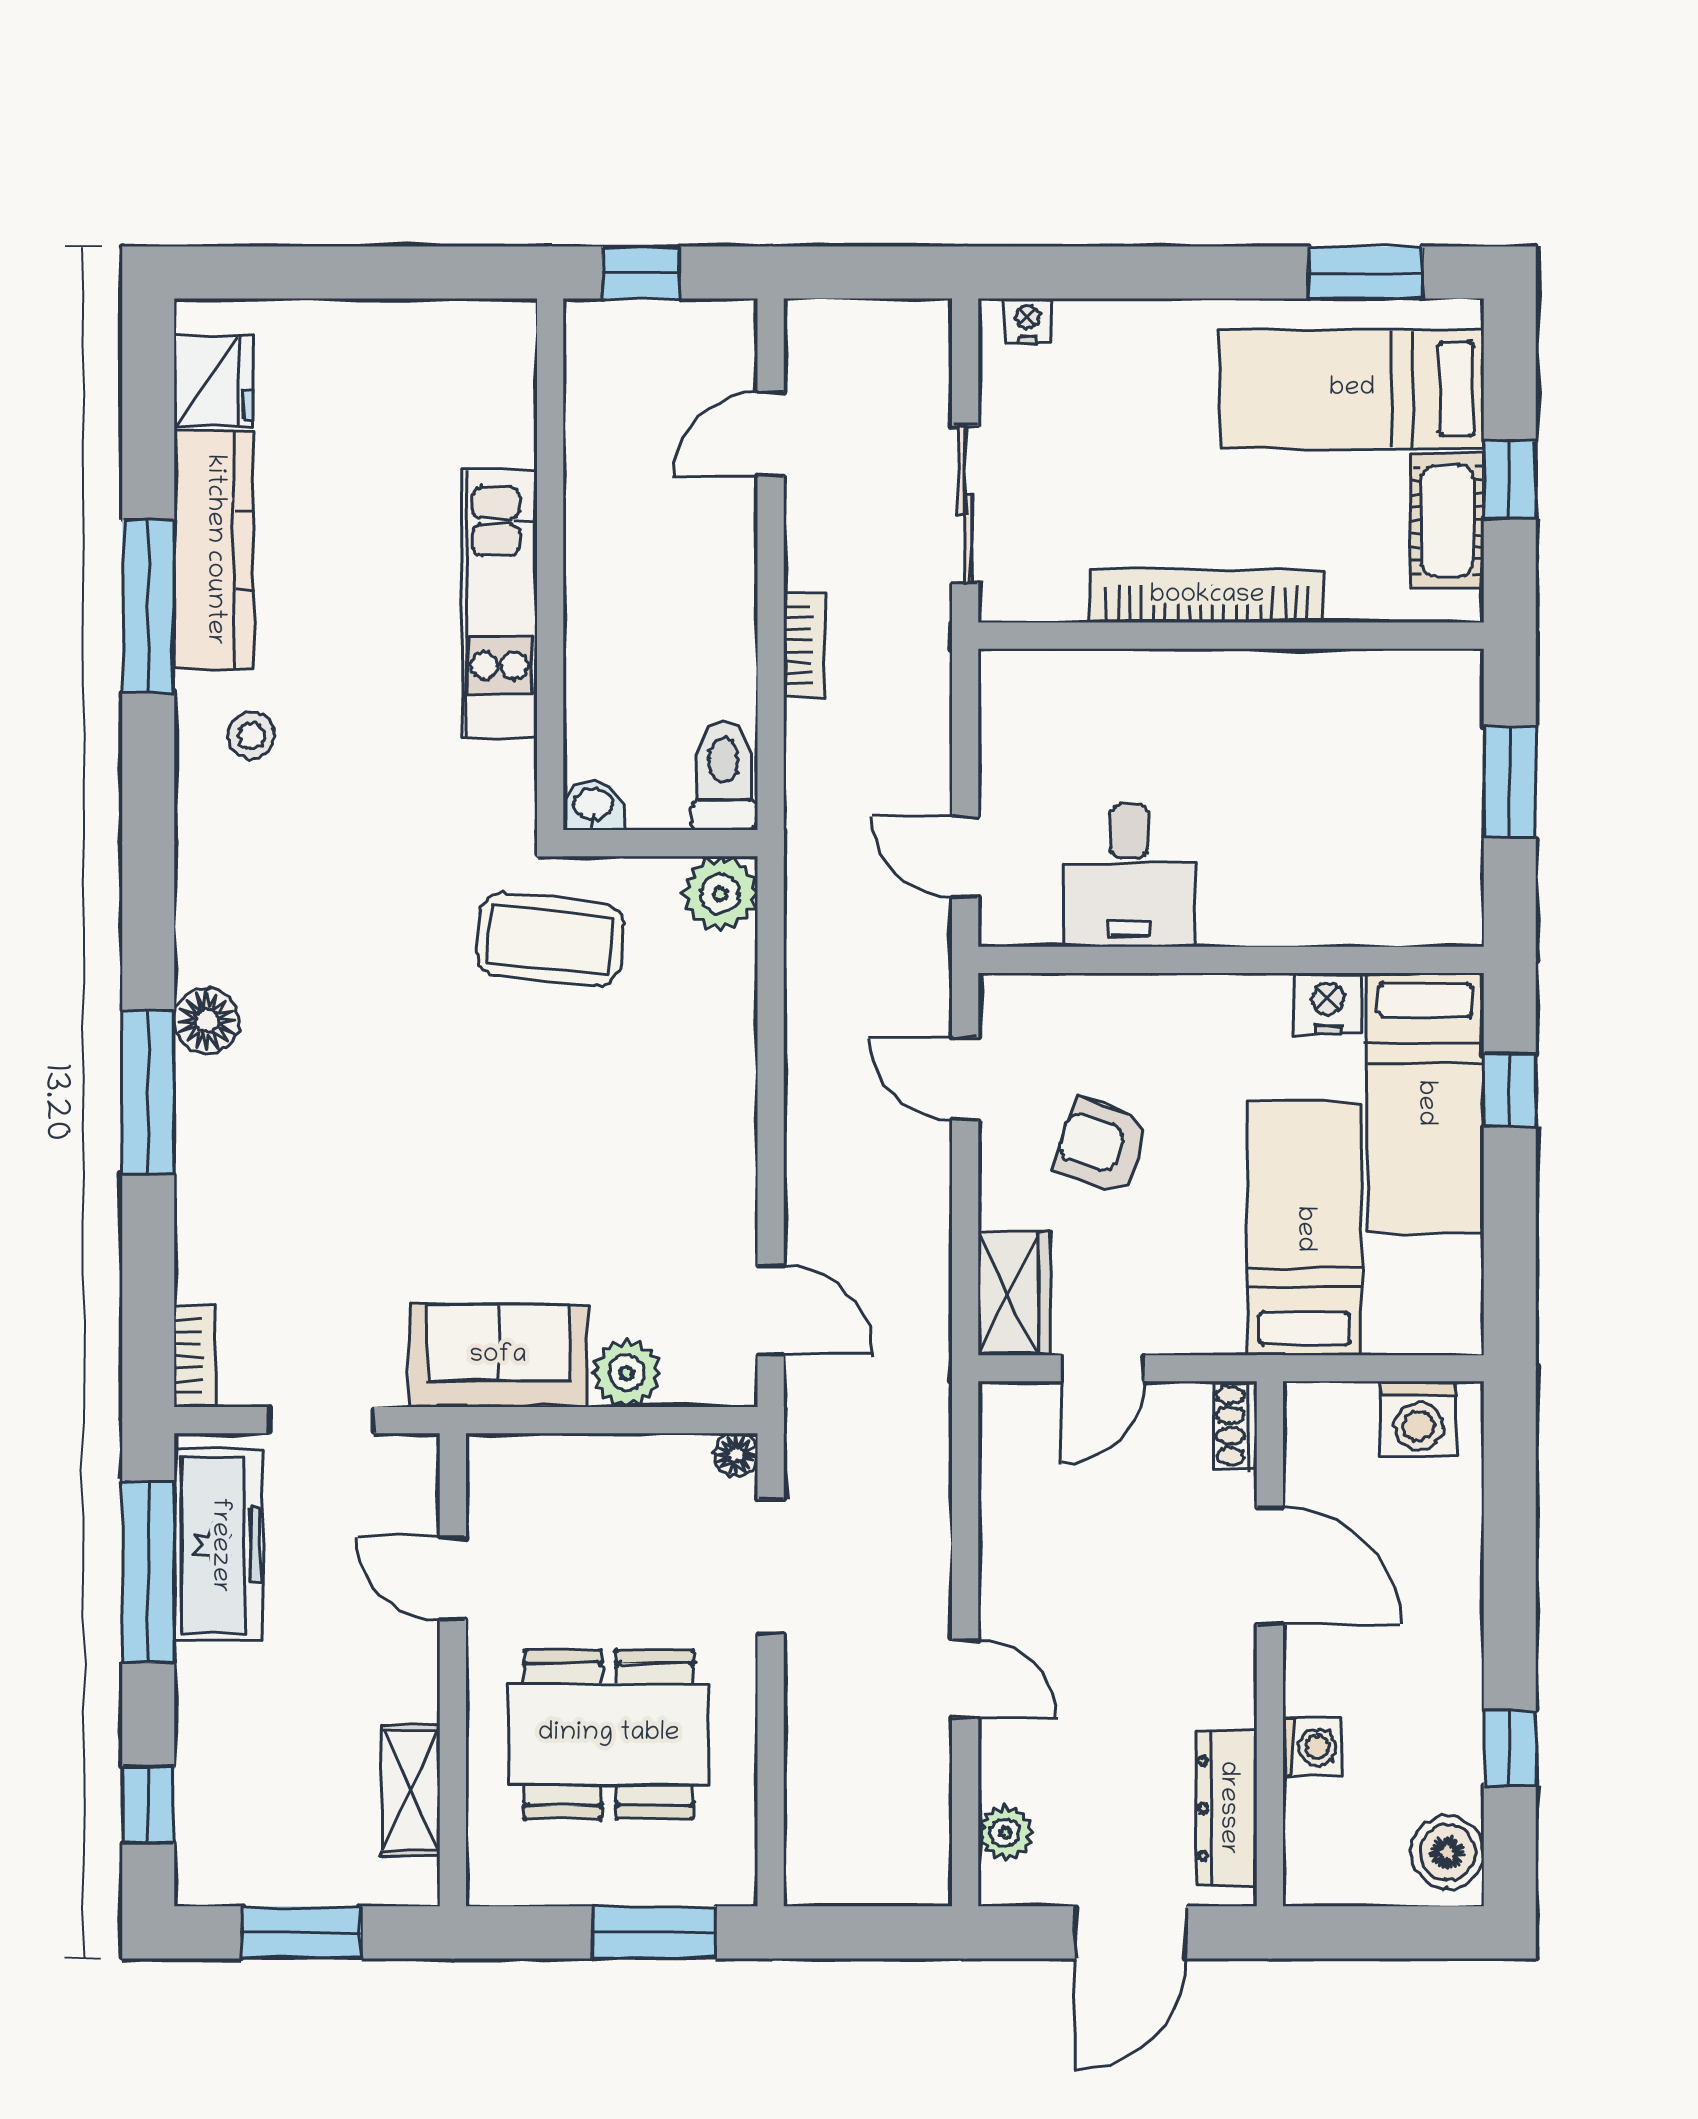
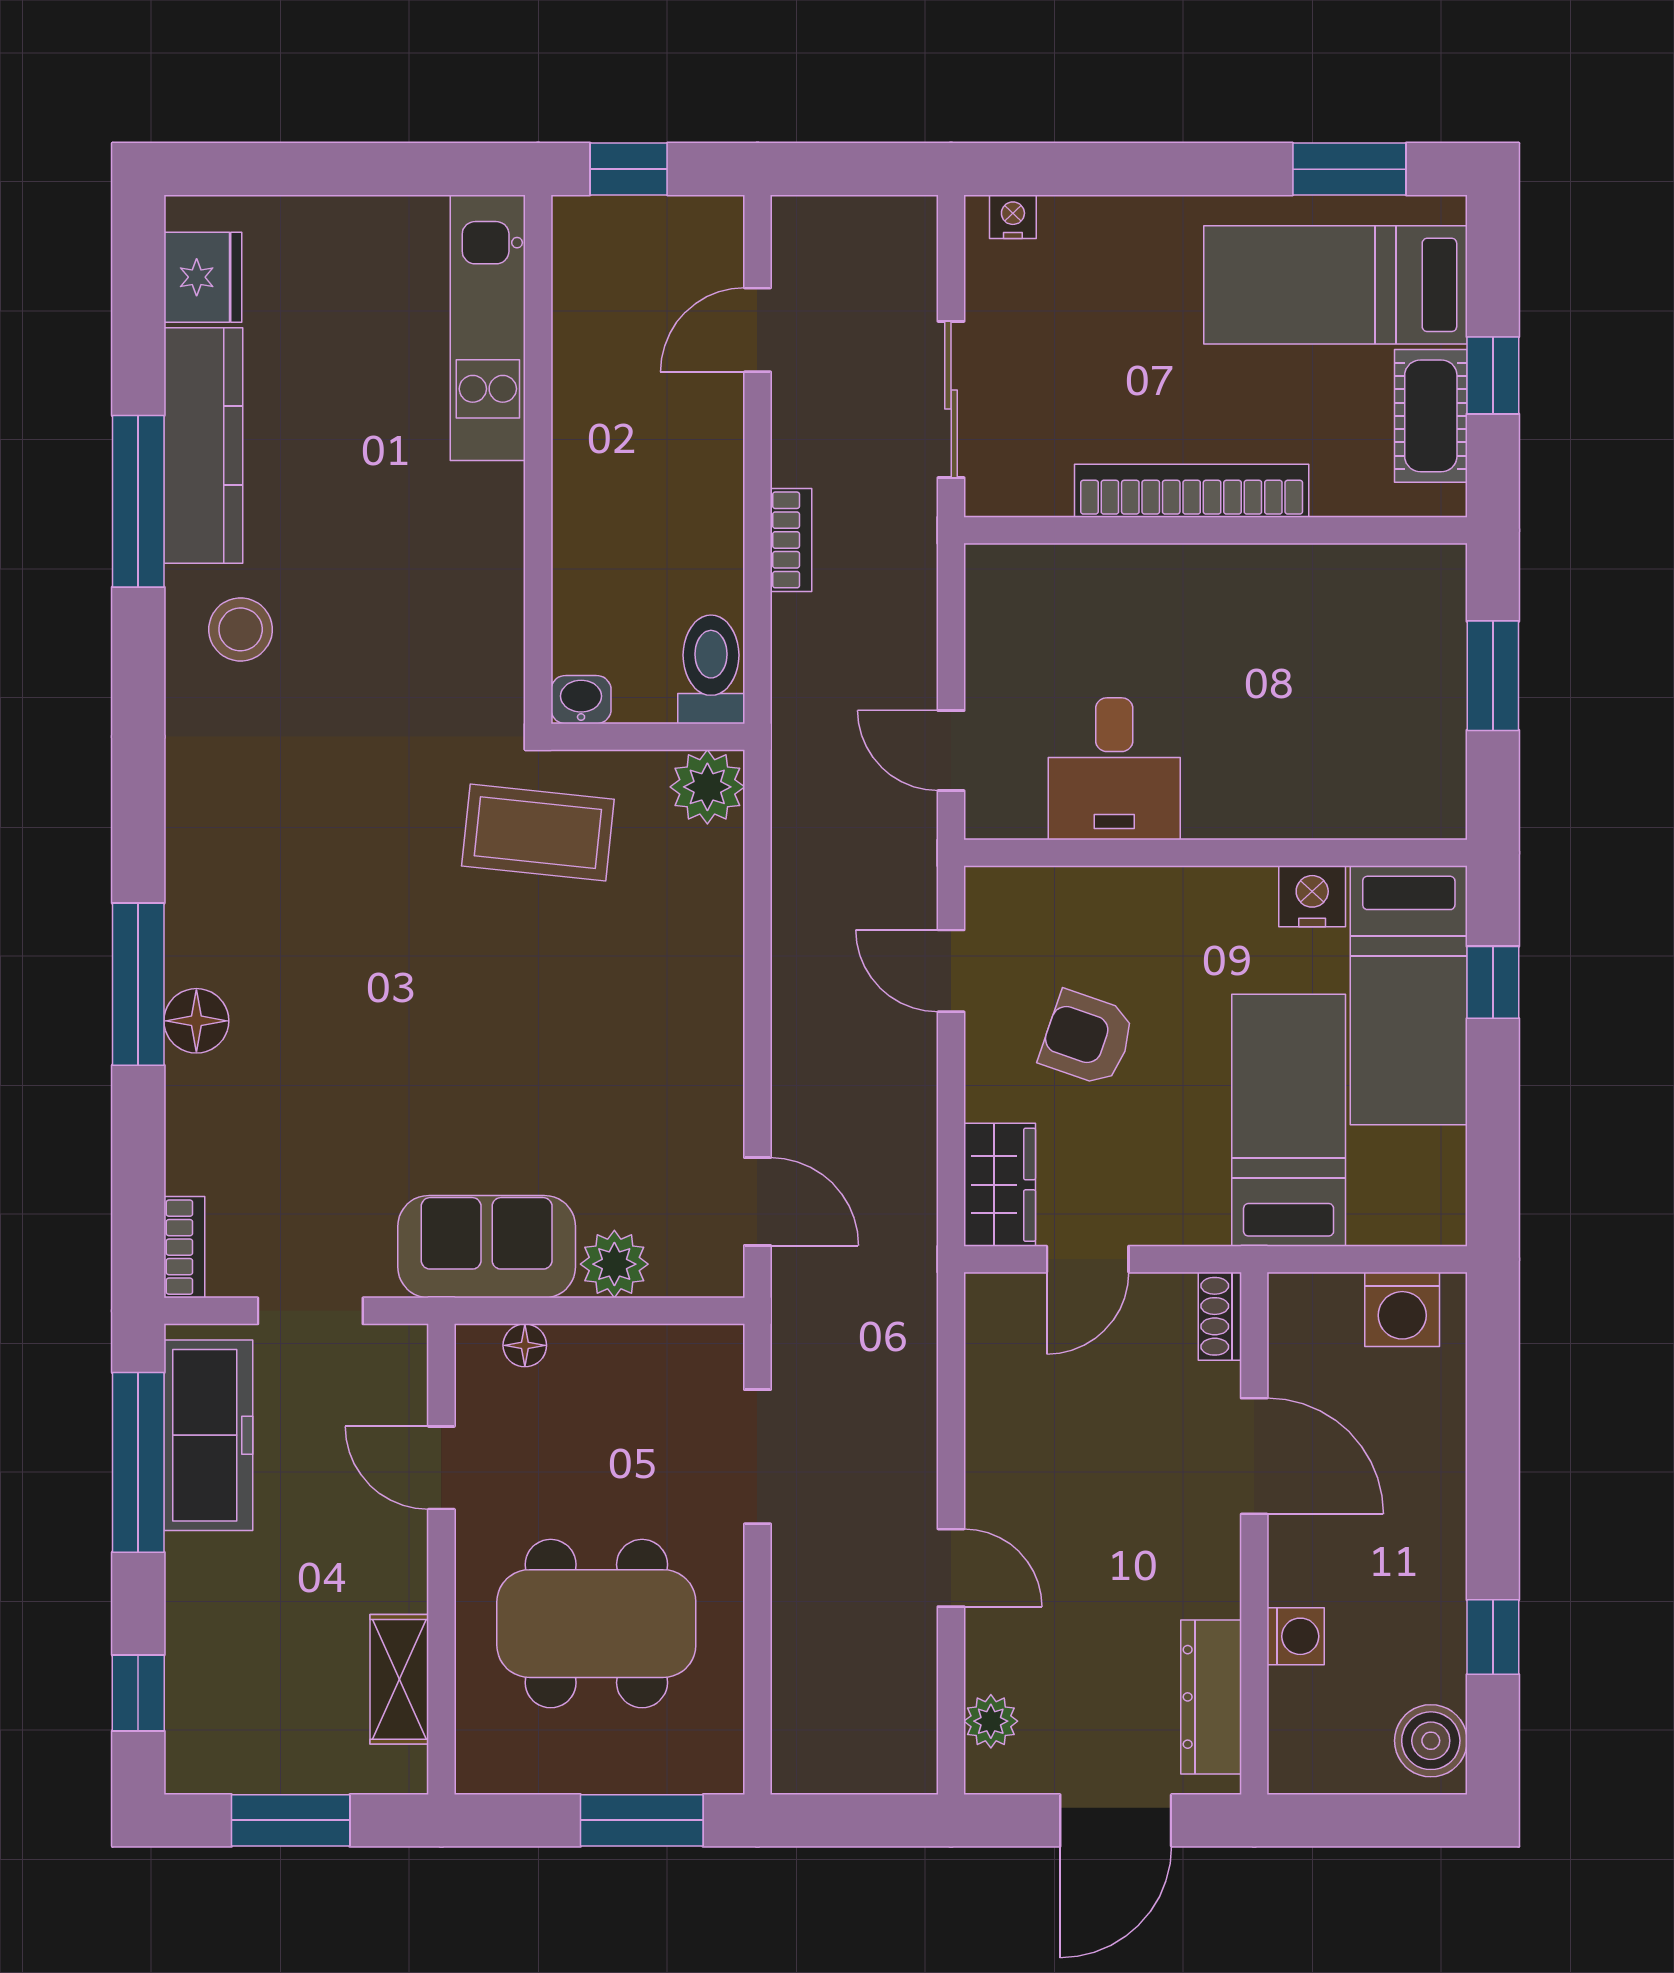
kitchen unit: (500, 604) -> (488, 328), moved
stool: (251, 735) -> (241, 629), width x1.37, depth x1.37
floor lamp: (207, 1021) -> (196, 1021), moved
floor lamp: (736, 1455) -> (525, 1345), moved

